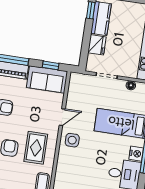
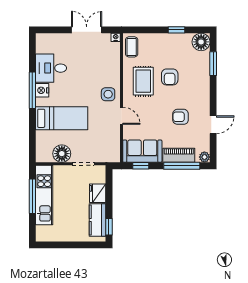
floor lamp: (131, 85) -> (62, 154), width x1.89, depth x1.89
door: (62, 117) -> (121, 116), swing flipped

